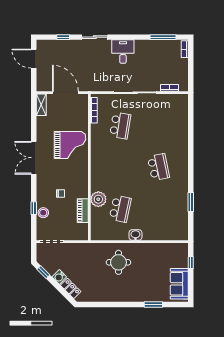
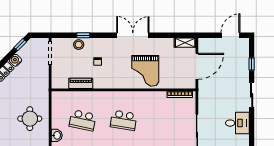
school desk: (120, 126) -> (124, 120), moved
plant: (98, 199) -> (92, 99), removed

